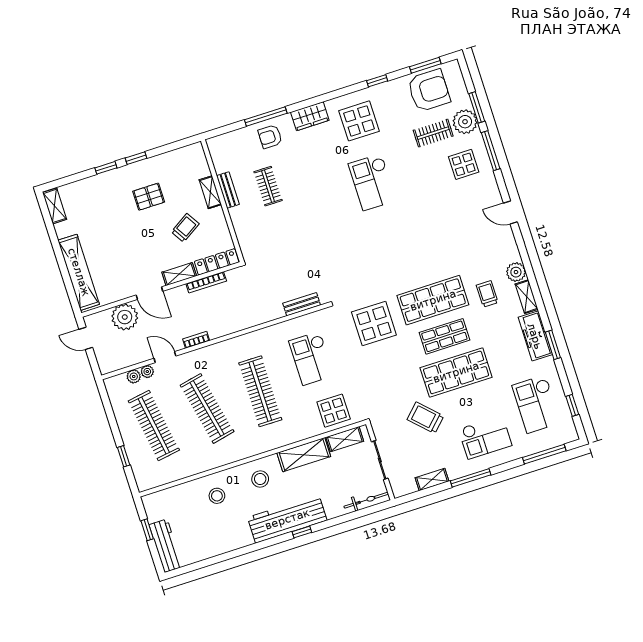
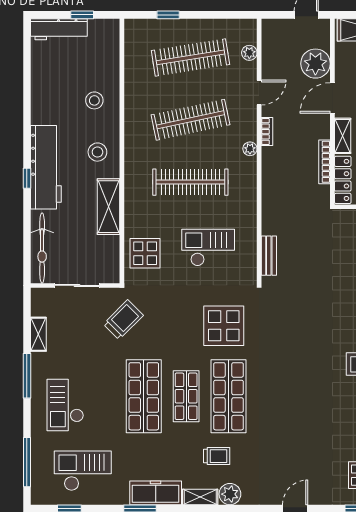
plant: (147, 372) -> (250, 149), moved
trolley: (425, 418) -> (123, 320), moved
shelving: (345, 439) -> (111, 255), removed
bicycle: (366, 500) -> (42, 248), width x1.37, depth x1.40

